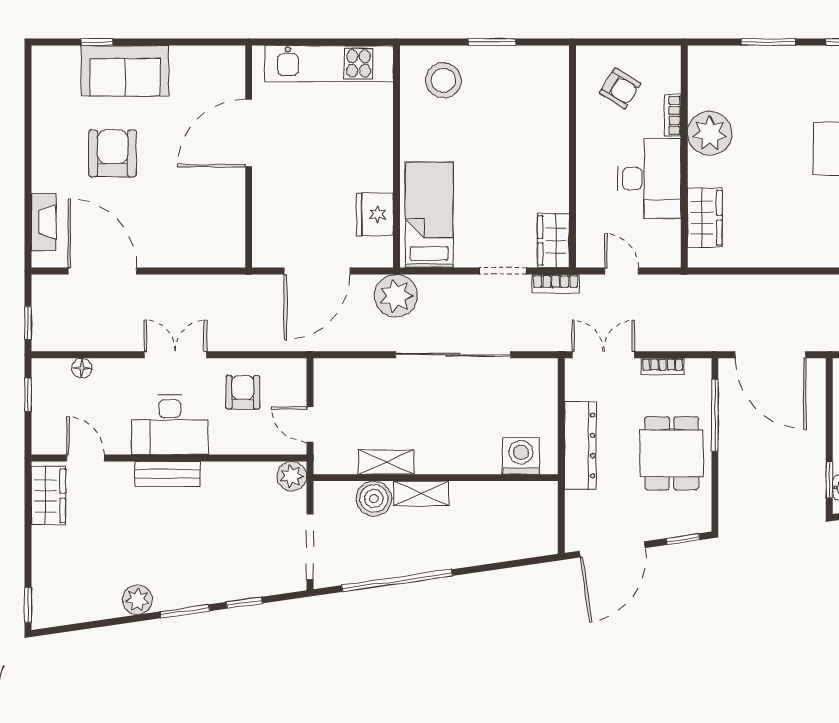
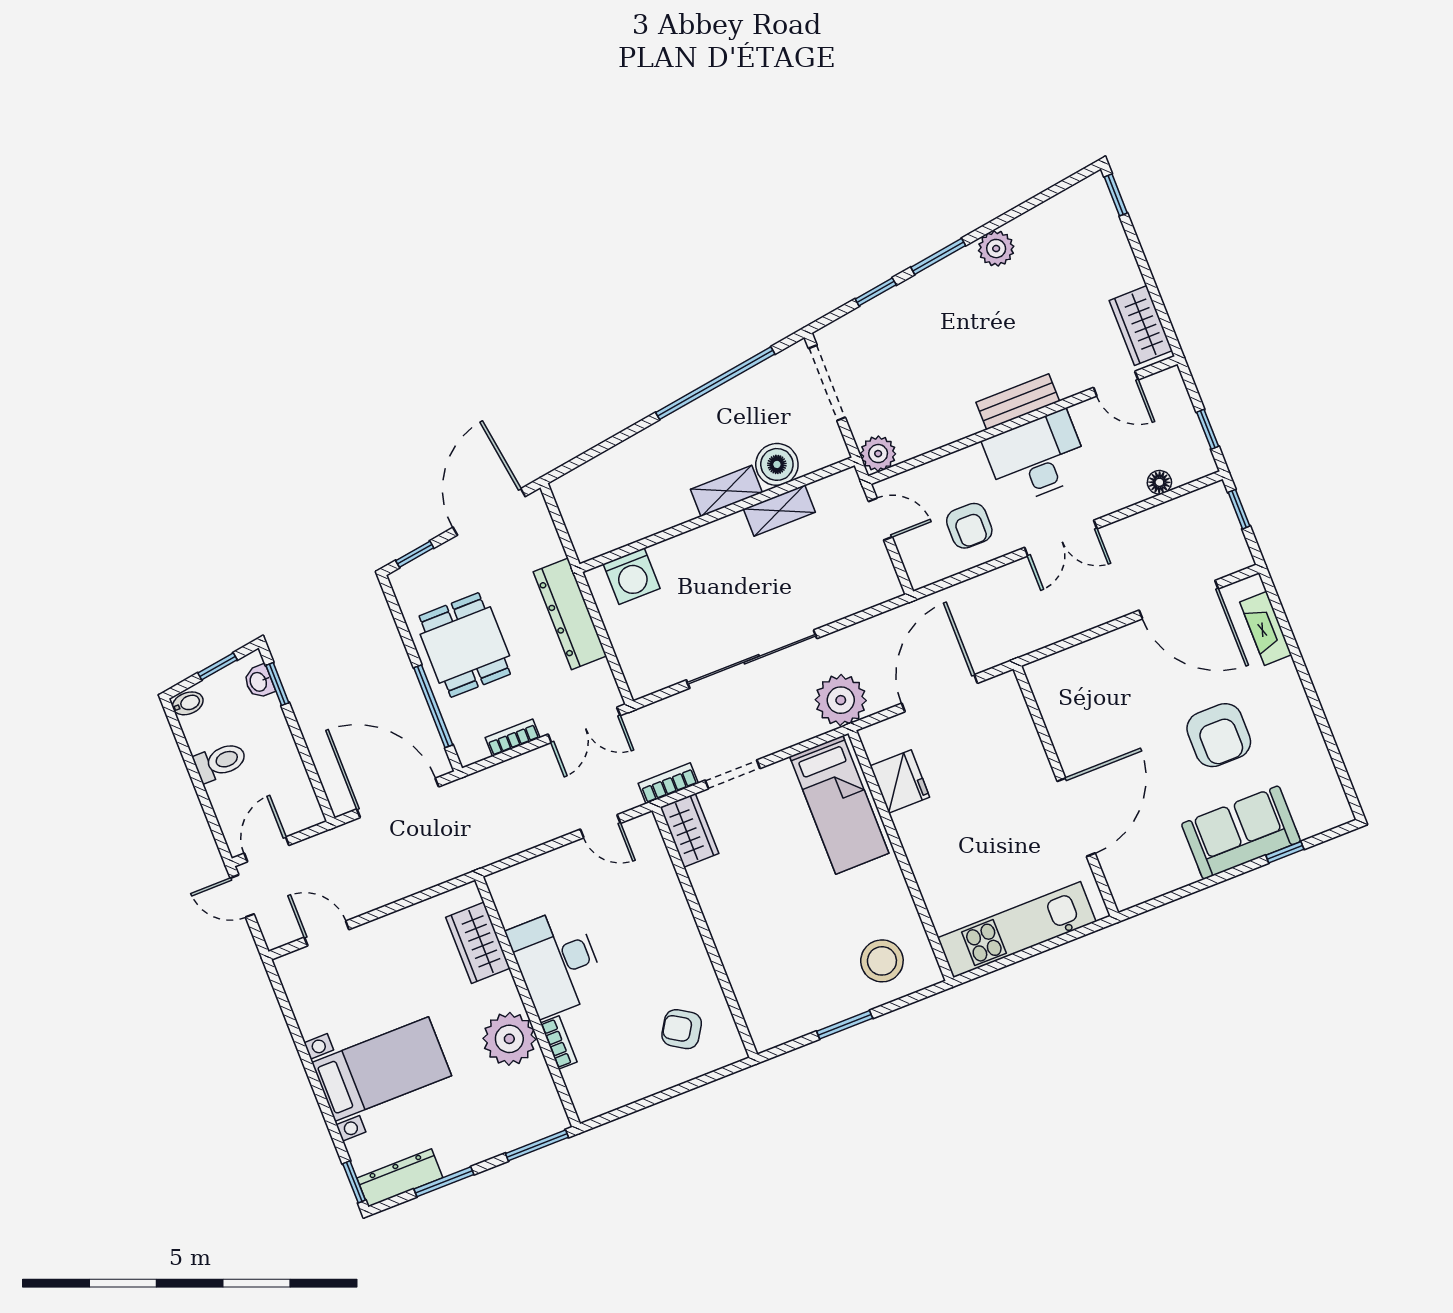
bookcase: (672, 115) -> (559, 1043), moved
plant: (710, 133) -> (509, 1039), moved
wall: (684, 157) -> (528, 1002), moved
desk: (649, 179) -> (557, 962), moved
wardrobe: (705, 218) -> (478, 943), moved

